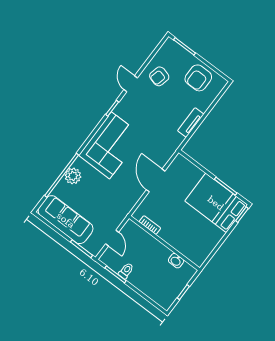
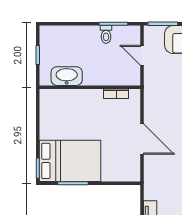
washbasin: (176, 261) -> (67, 76), width x1.91, depth x1.45

